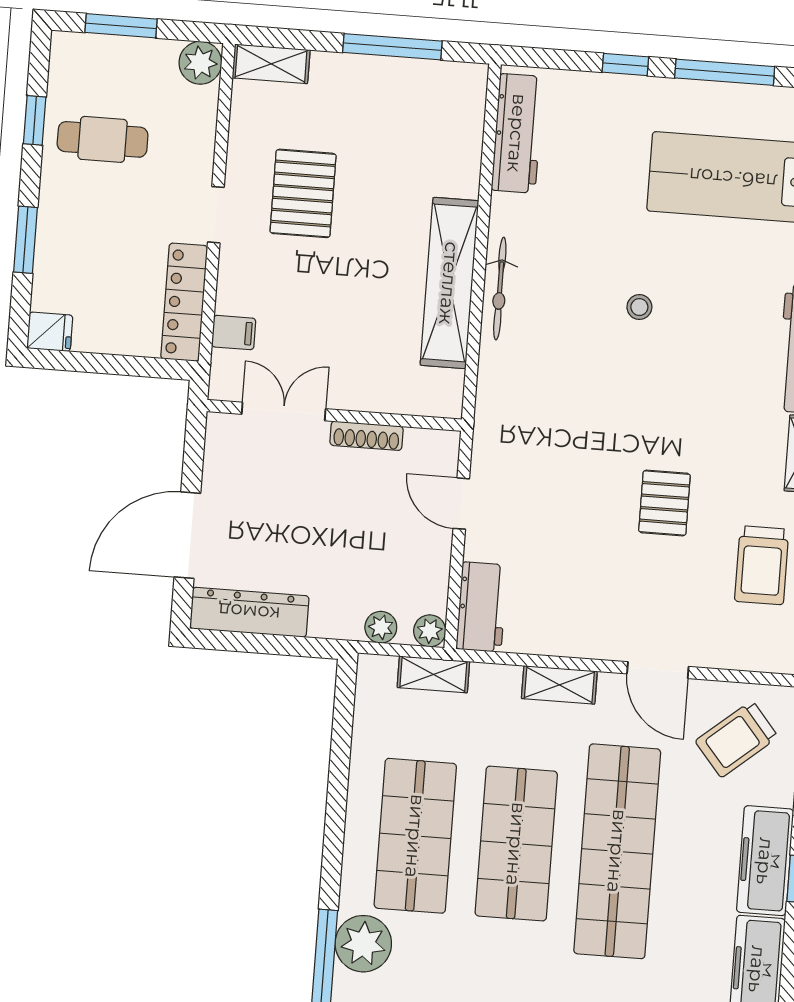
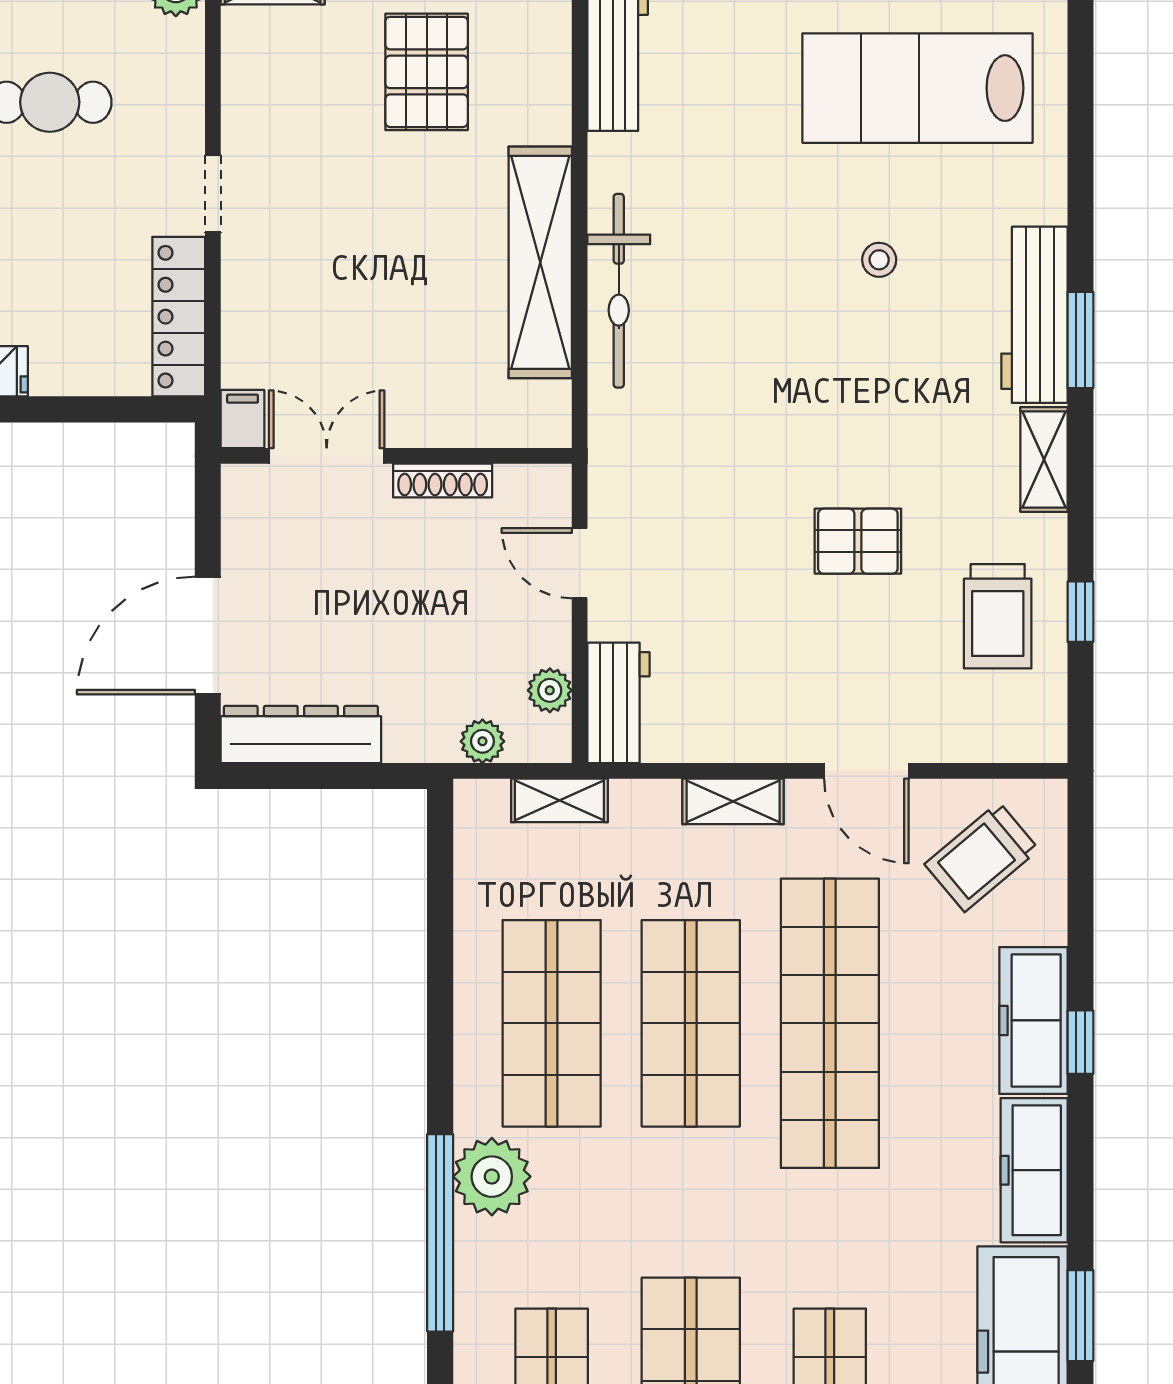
pallet: (303, 193) -> (427, 72), moved
bicycle: (500, 289) -> (619, 291), width x1.37, depth x1.40
stool: (639, 307) -> (879, 260), moved
filing cabinet: (234, 333) -> (242, 419), moved, turned -90
pallet: (664, 503) -> (858, 541), turned 90
plant: (430, 631) -> (550, 690), moved

